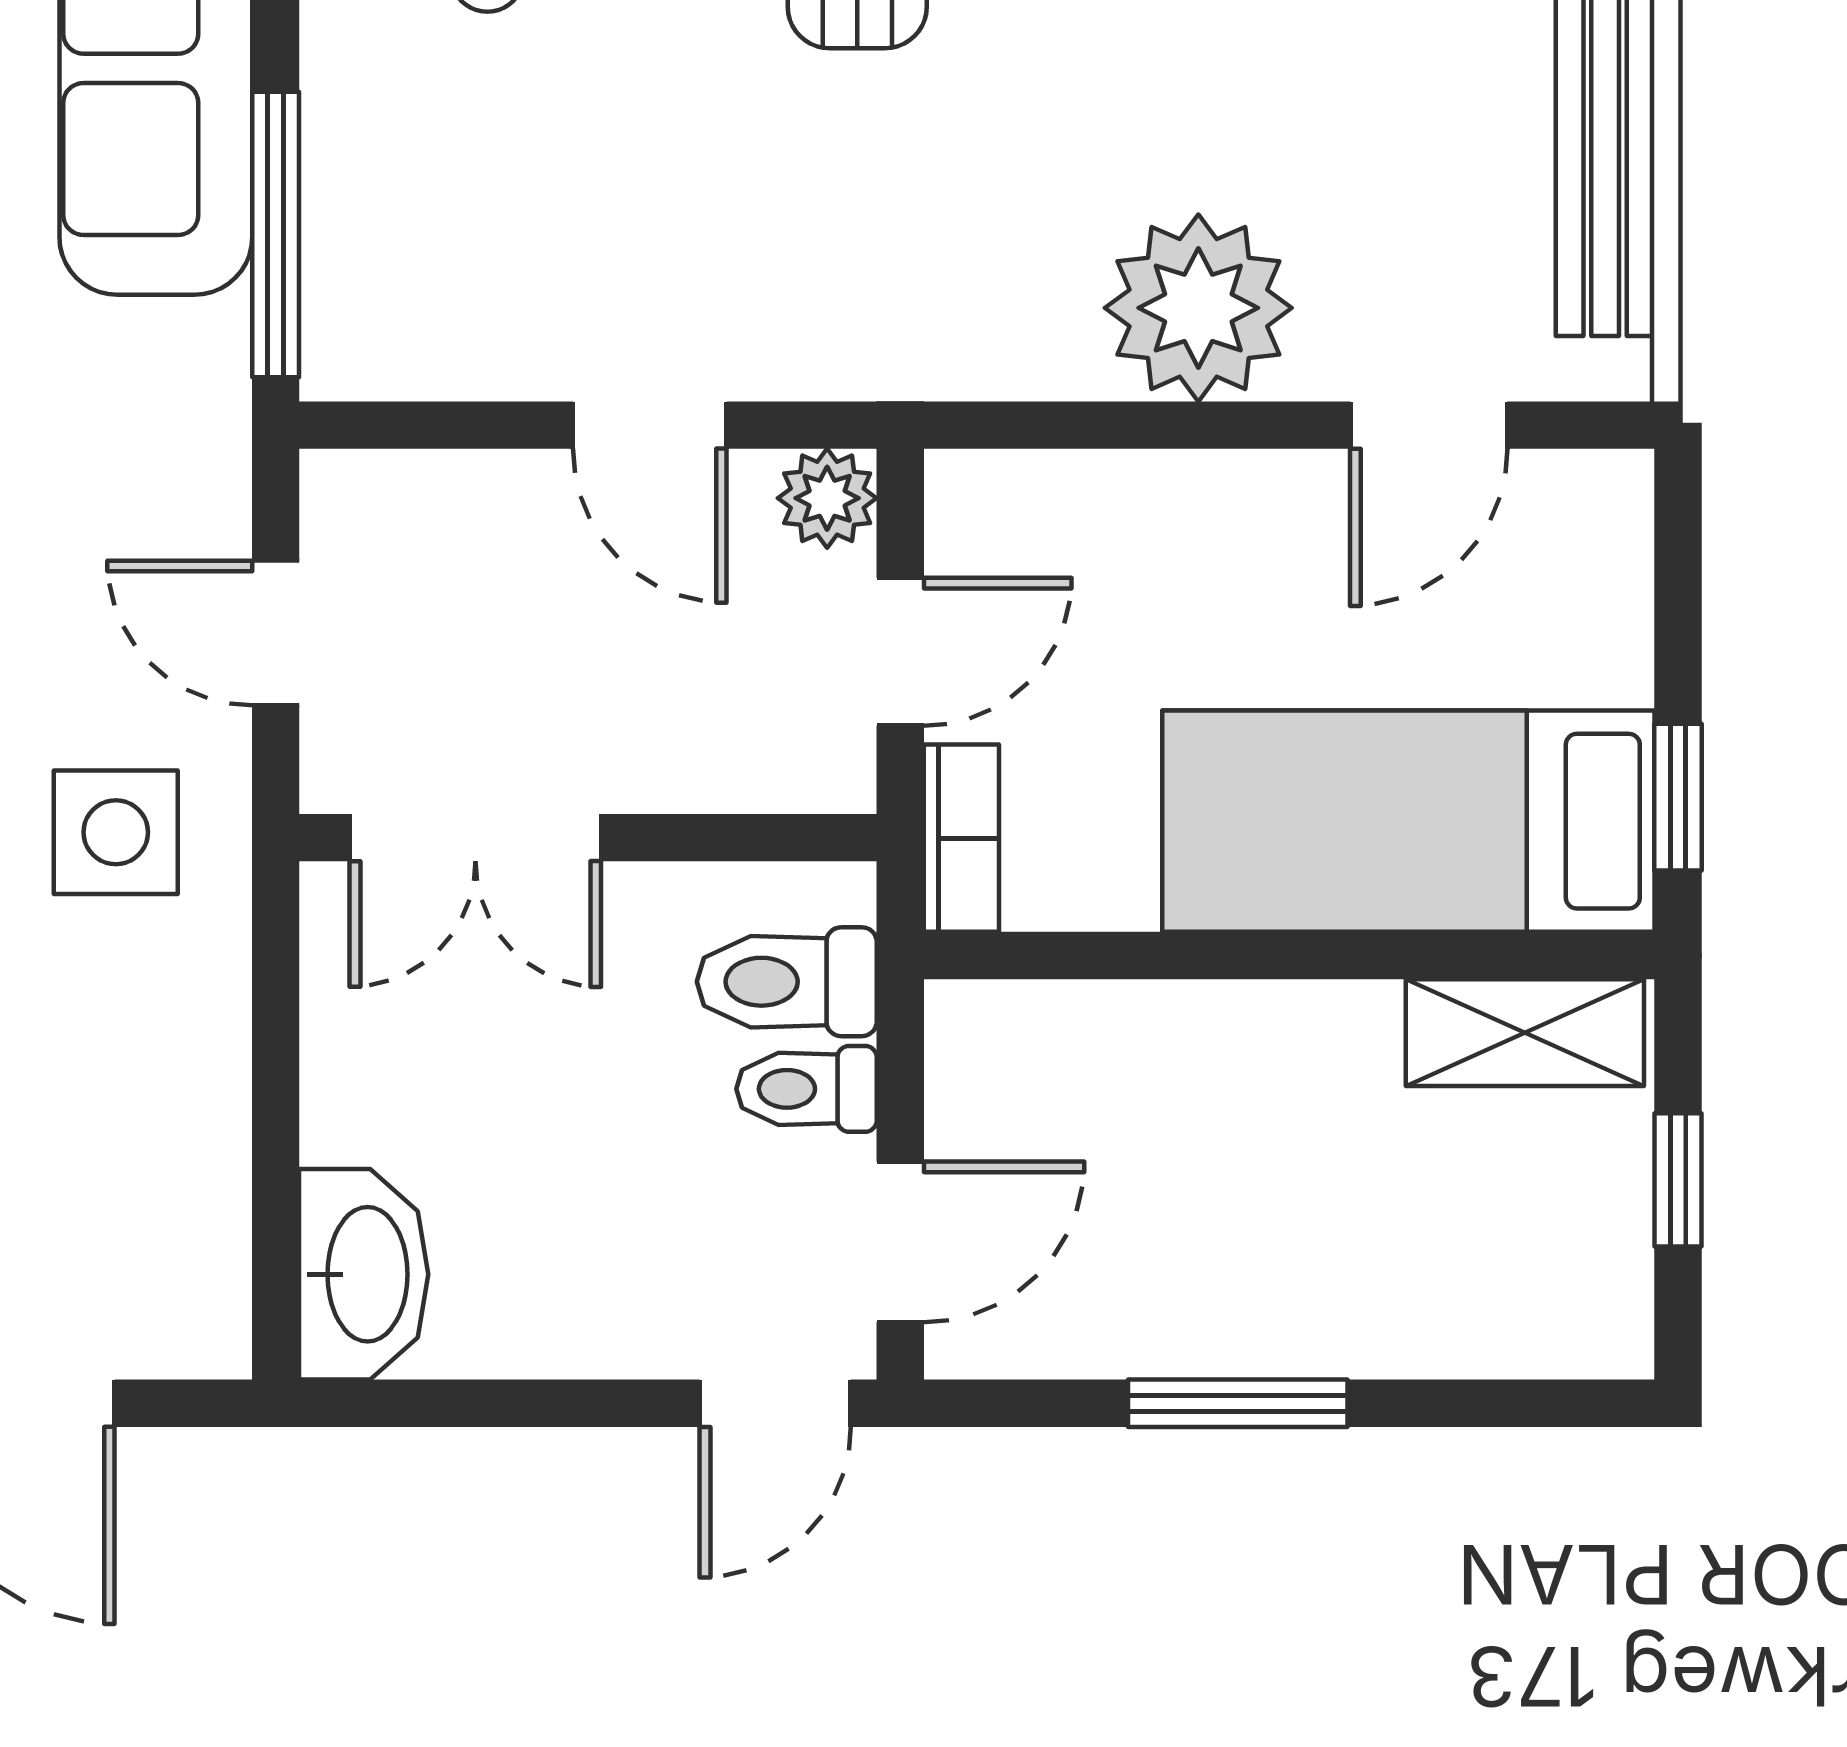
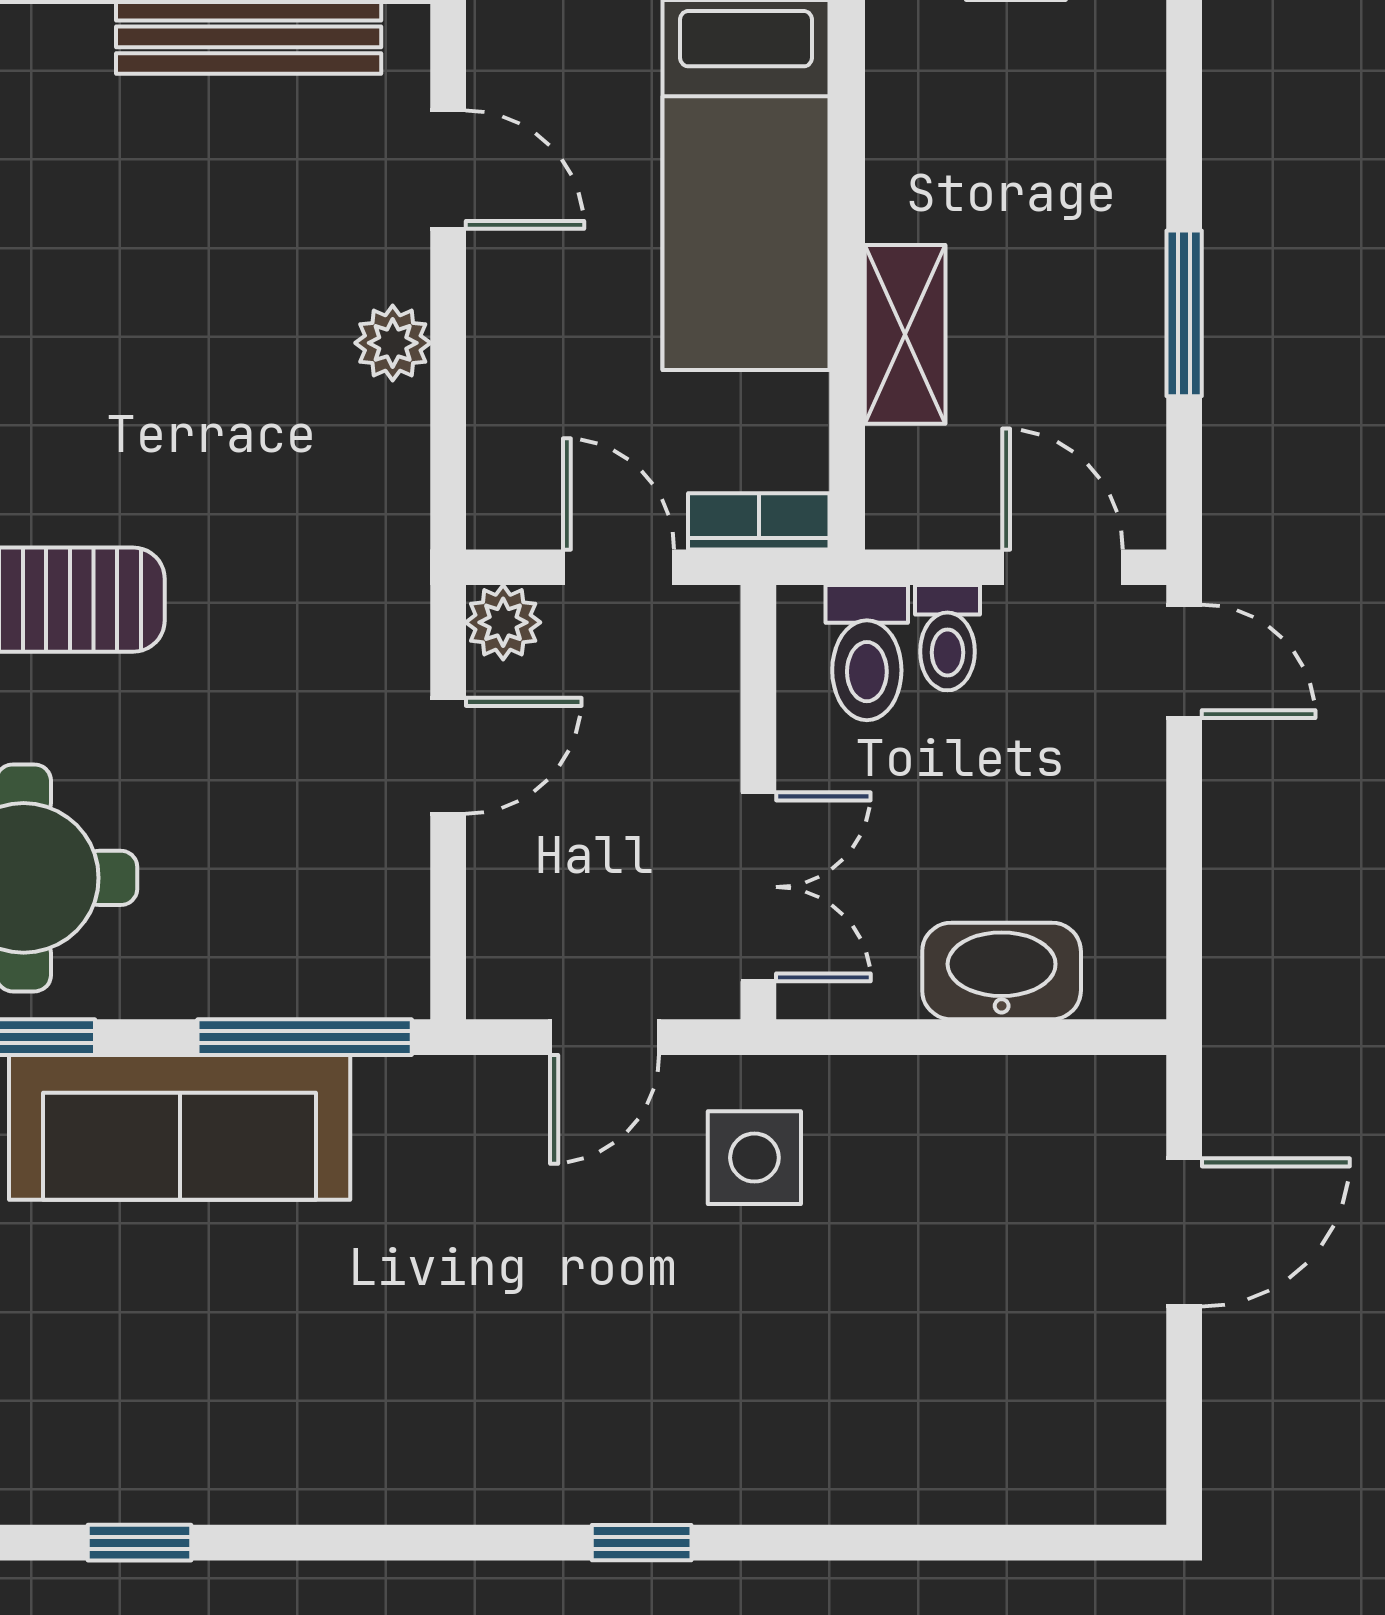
plant: (1198, 308) -> (393, 343), width x0.53, depth x0.53
shelving: (1525, 1033) -> (905, 334), moved
washbasin: (364, 1274) -> (1002, 971), moved

